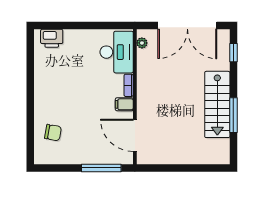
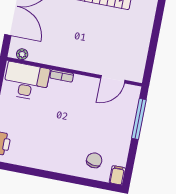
filing cabinet: (124, 104) -> (117, 175), moved, turned 180
door: (135, 135) -> (113, 79), width x0.73

